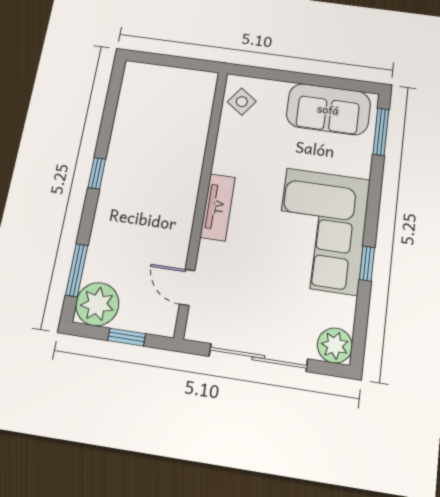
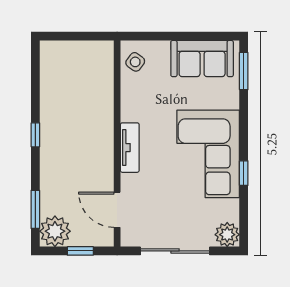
door: (187, 287) -> (117, 210), width x1.38

